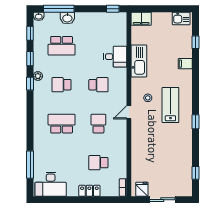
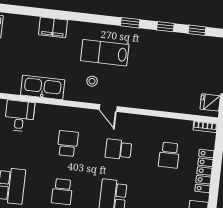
window: (195, 42) -> (165, 27), moved
desk: (115, 57) -> (20, 116), moved
filing cabinet: (185, 64) -> (53, 27), width x2.00
locker: (89, 191) -> (204, 171), width x1.53

